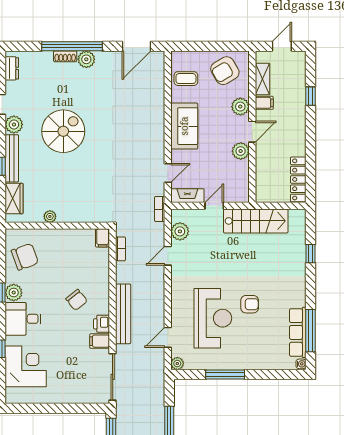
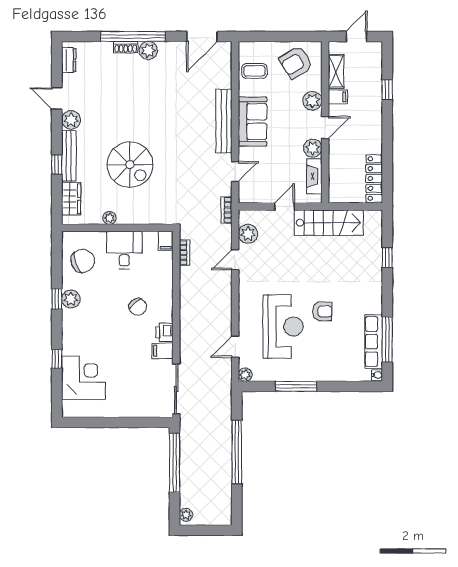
spiral stairs: (63, 131) -> (130, 165), moved, turned 90
fireplace: (187, 196) -> (314, 176), moved, turned -90
bench: (123, 314) -> (224, 121), moved
desk: (23, 319) -> (124, 250), moved, turned 90

